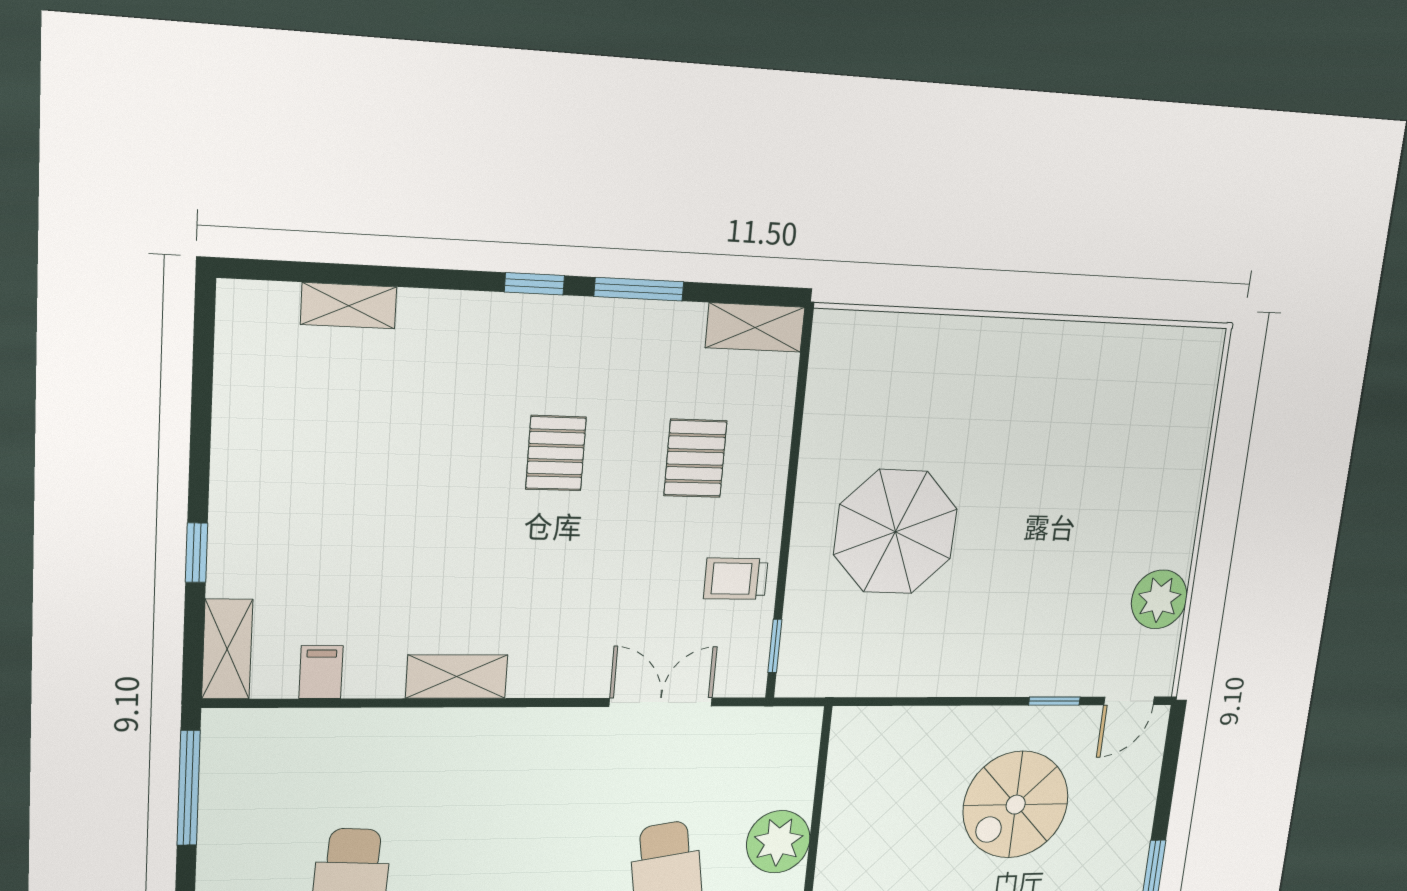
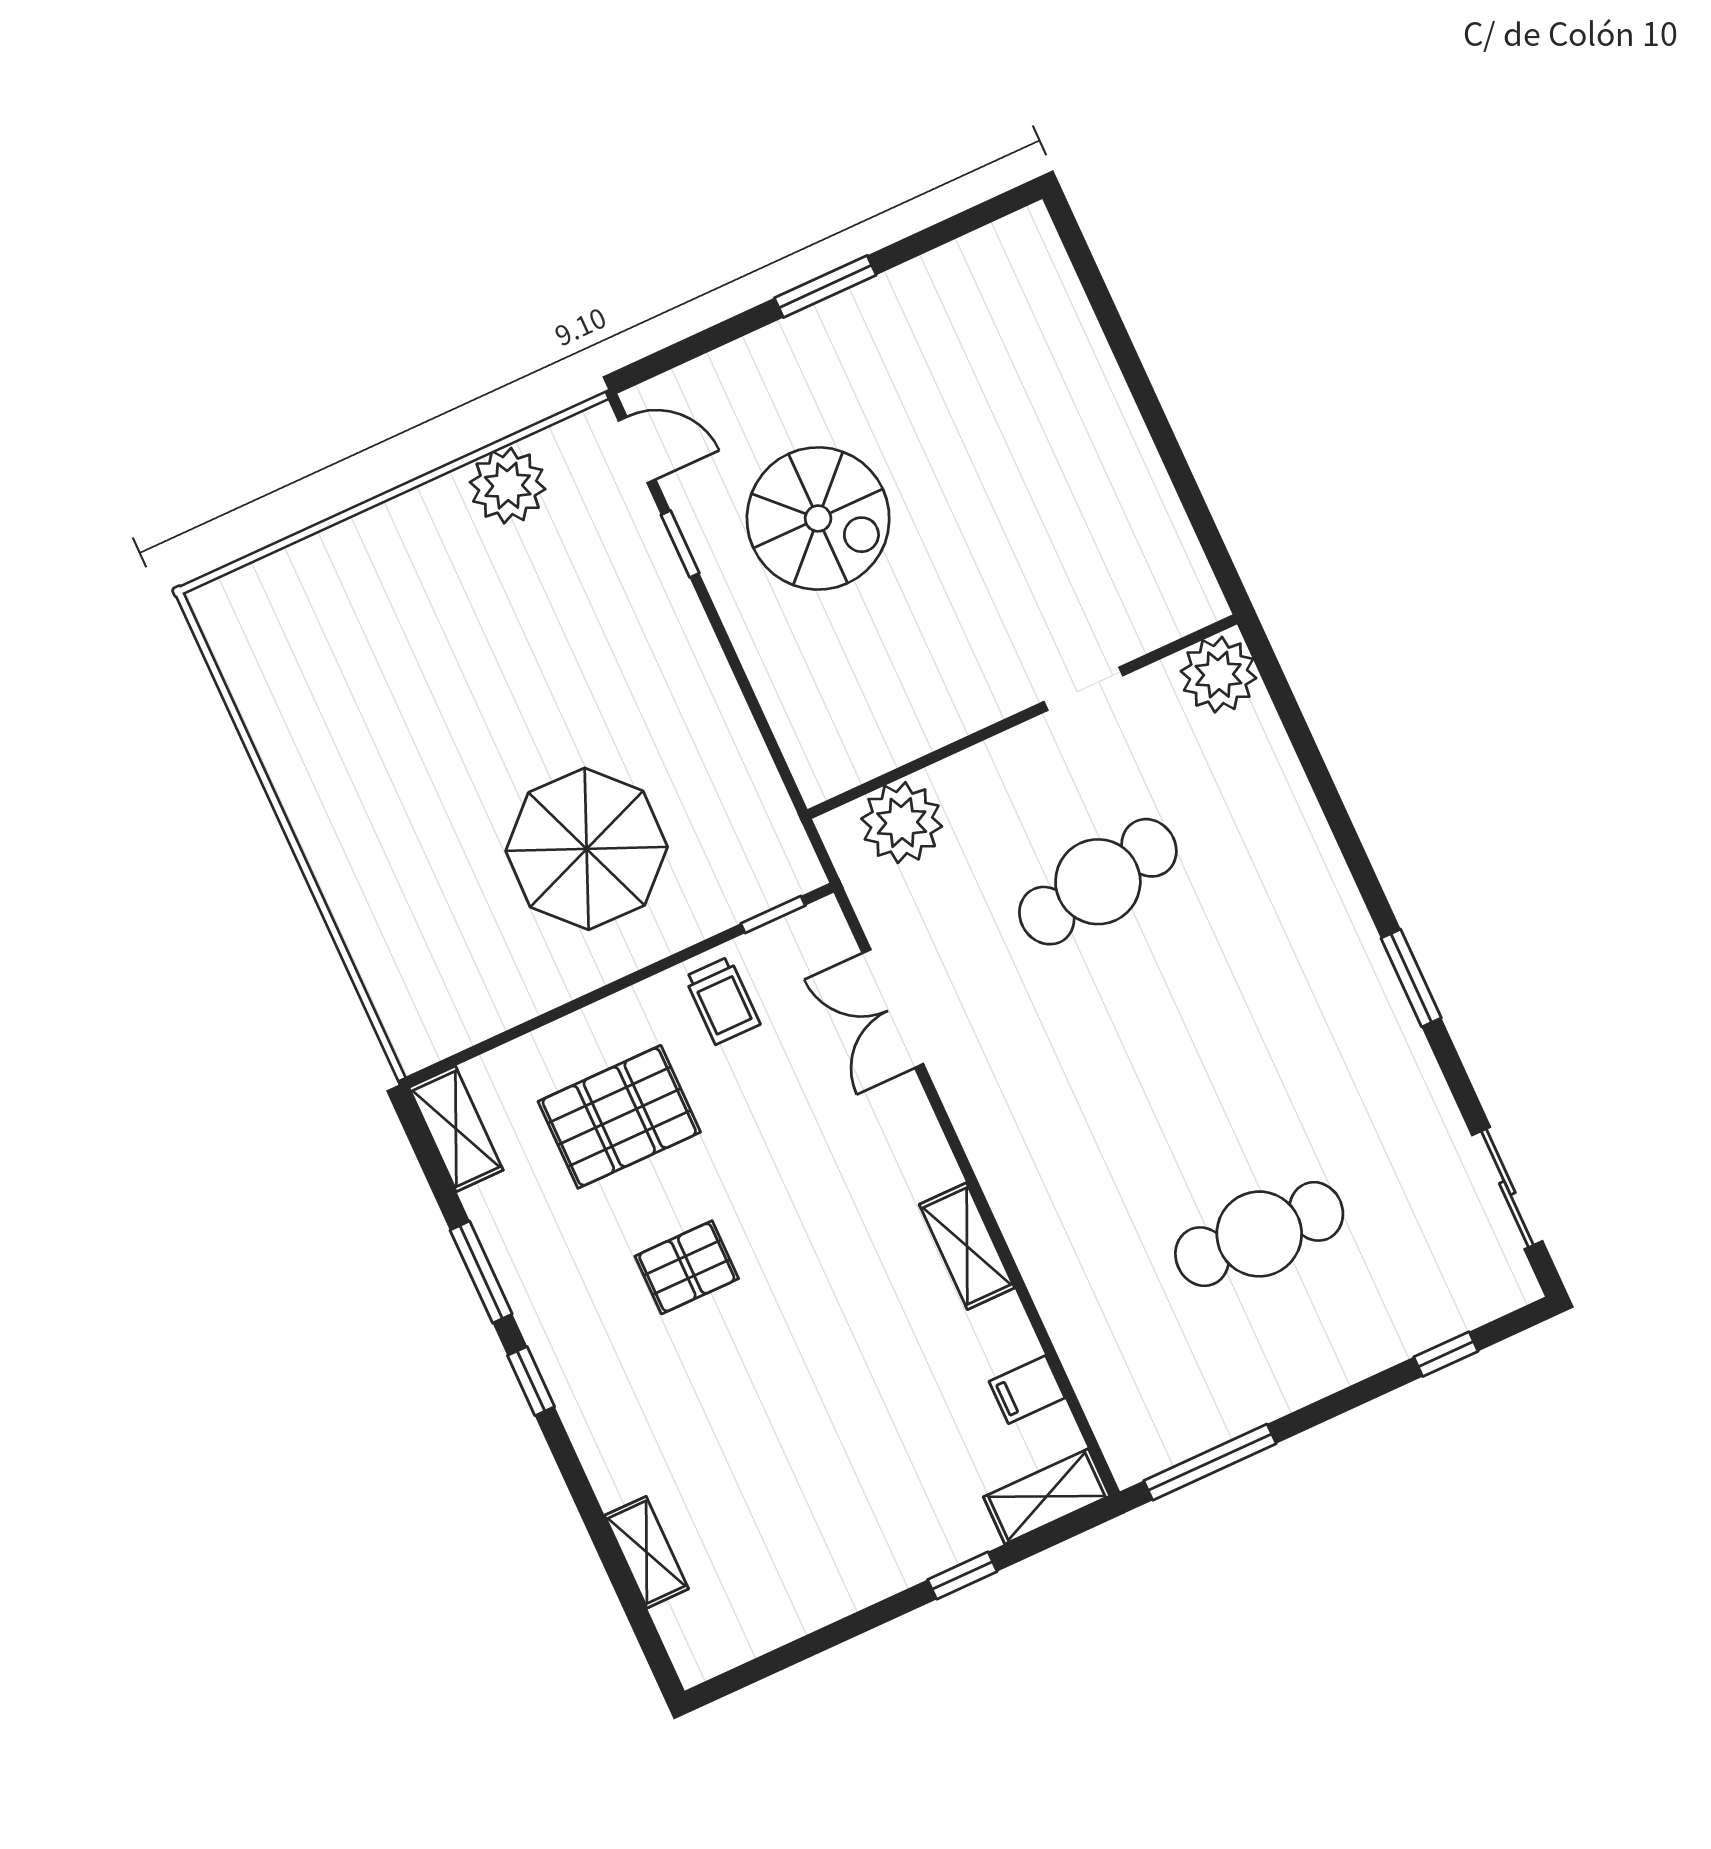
pallet: (695, 458) -> (619, 1117), width x1.50, depth x1.42
plant: (778, 842) -> (902, 823), moved

